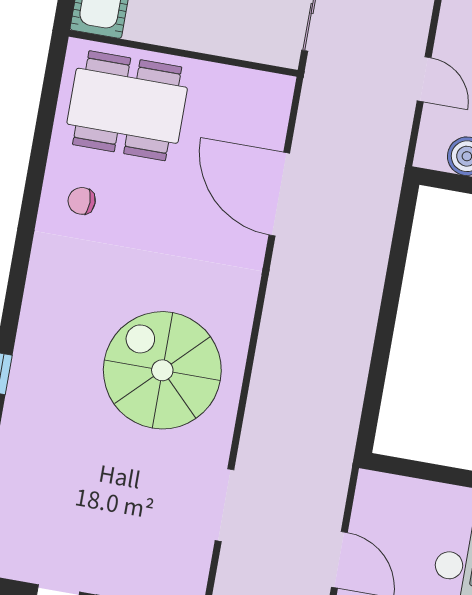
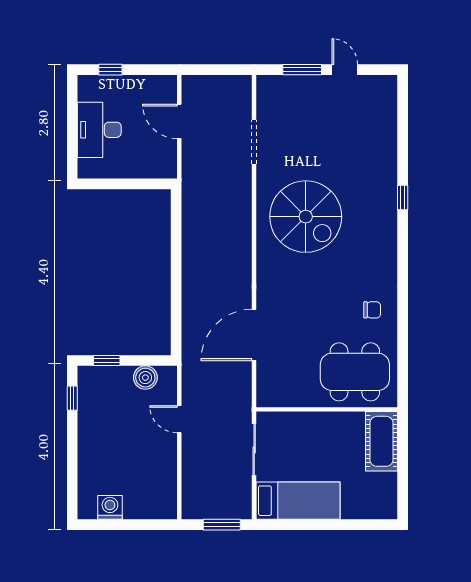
door: (279, 194) -> (254, 335), swing flipped

